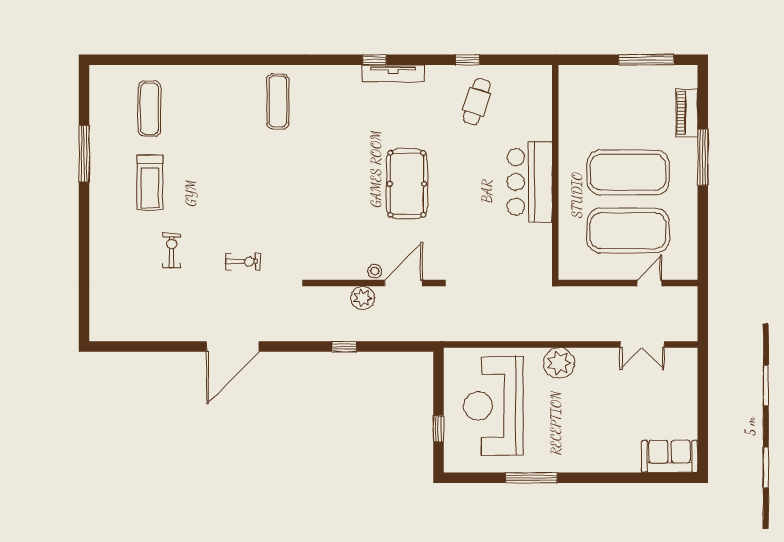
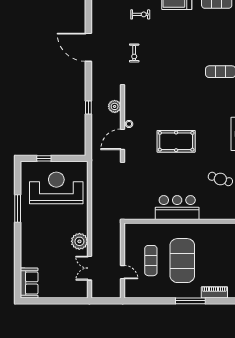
exercise mat: (628, 231) -> (151, 261), width x0.50, depth x0.69
door: (403, 283) -> (123, 139), swing flipped
plant: (363, 298) -> (115, 106), moved
plant: (559, 363) -> (79, 241), moved

